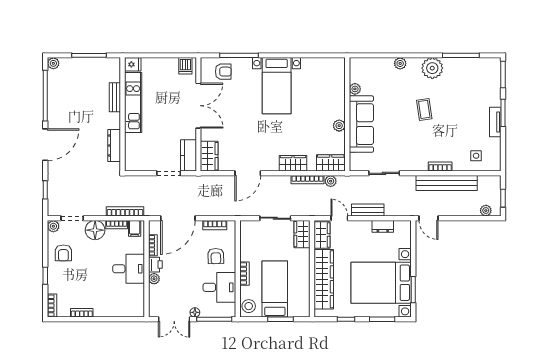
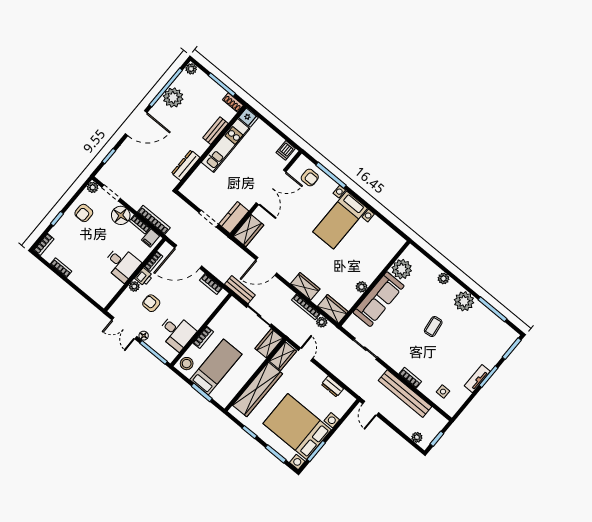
shoe rack: (110, 63) -> (233, 103), added
plant: (355, 89) -> (402, 269), width x1.88, depth x1.88
plant: (58, 99) -> (173, 98), added
bench: (368, 210) -> (240, 290), moved
armchair: (216, 256) -> (151, 303), moved, turned 91

